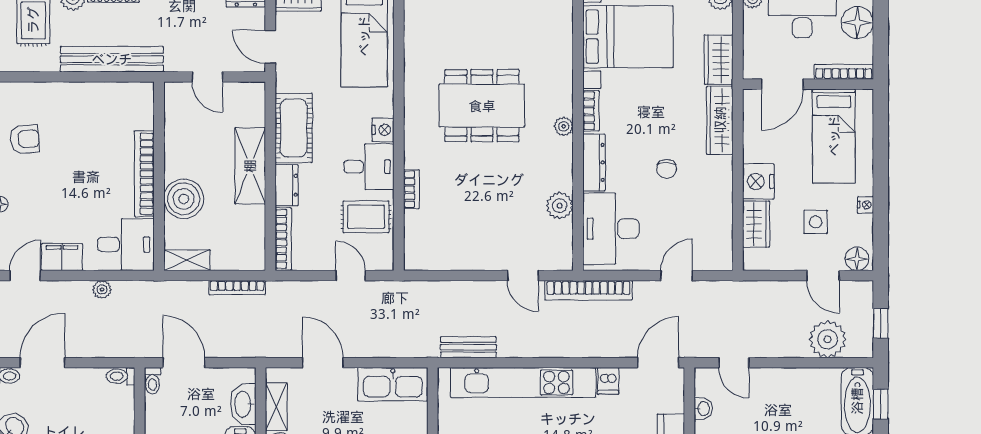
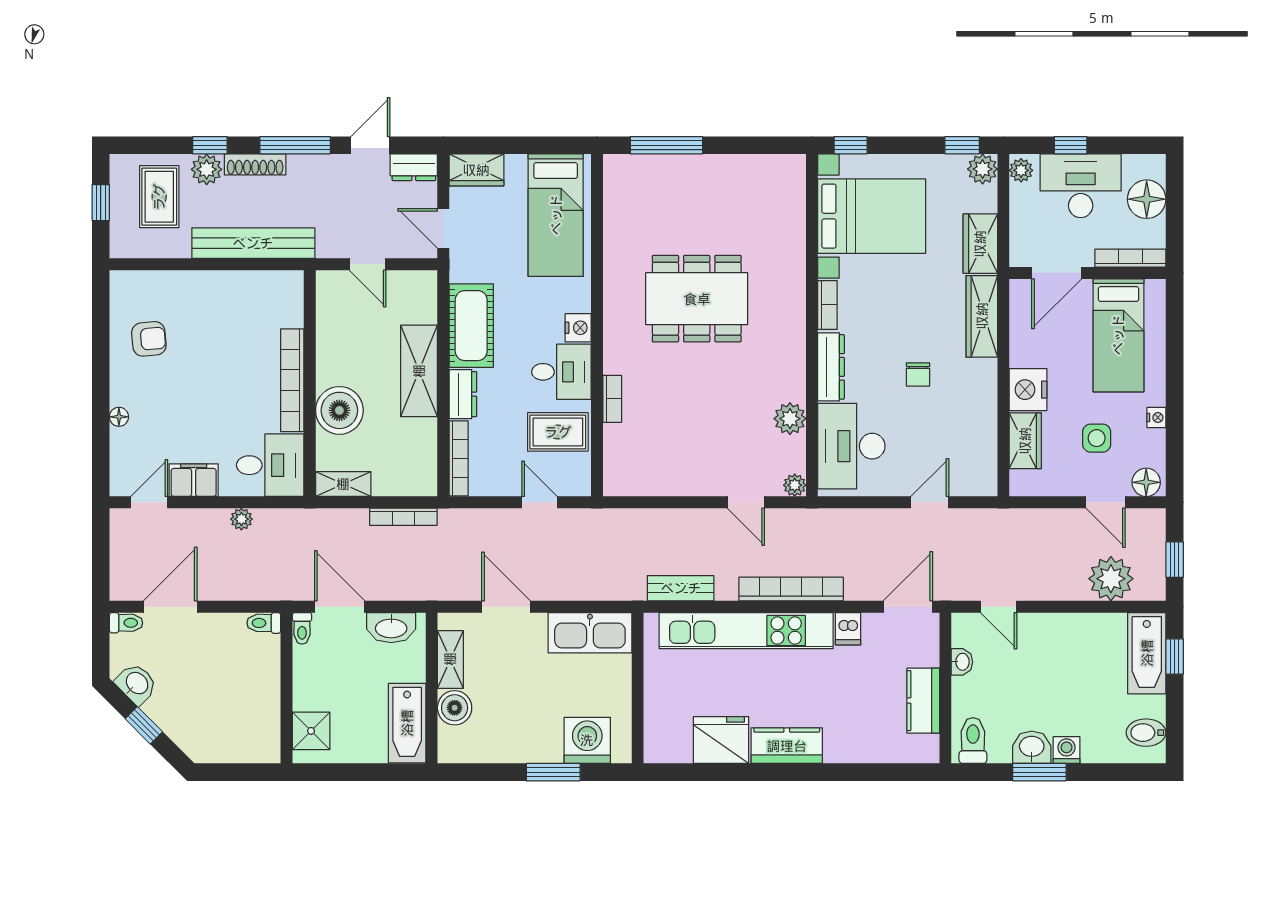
plant: (564, 126) -> (795, 485), moved
bookcase: (588, 290) -> (791, 589), moved, turned 180
washbasin: (243, 404) -> (391, 628), moved, turned -90

